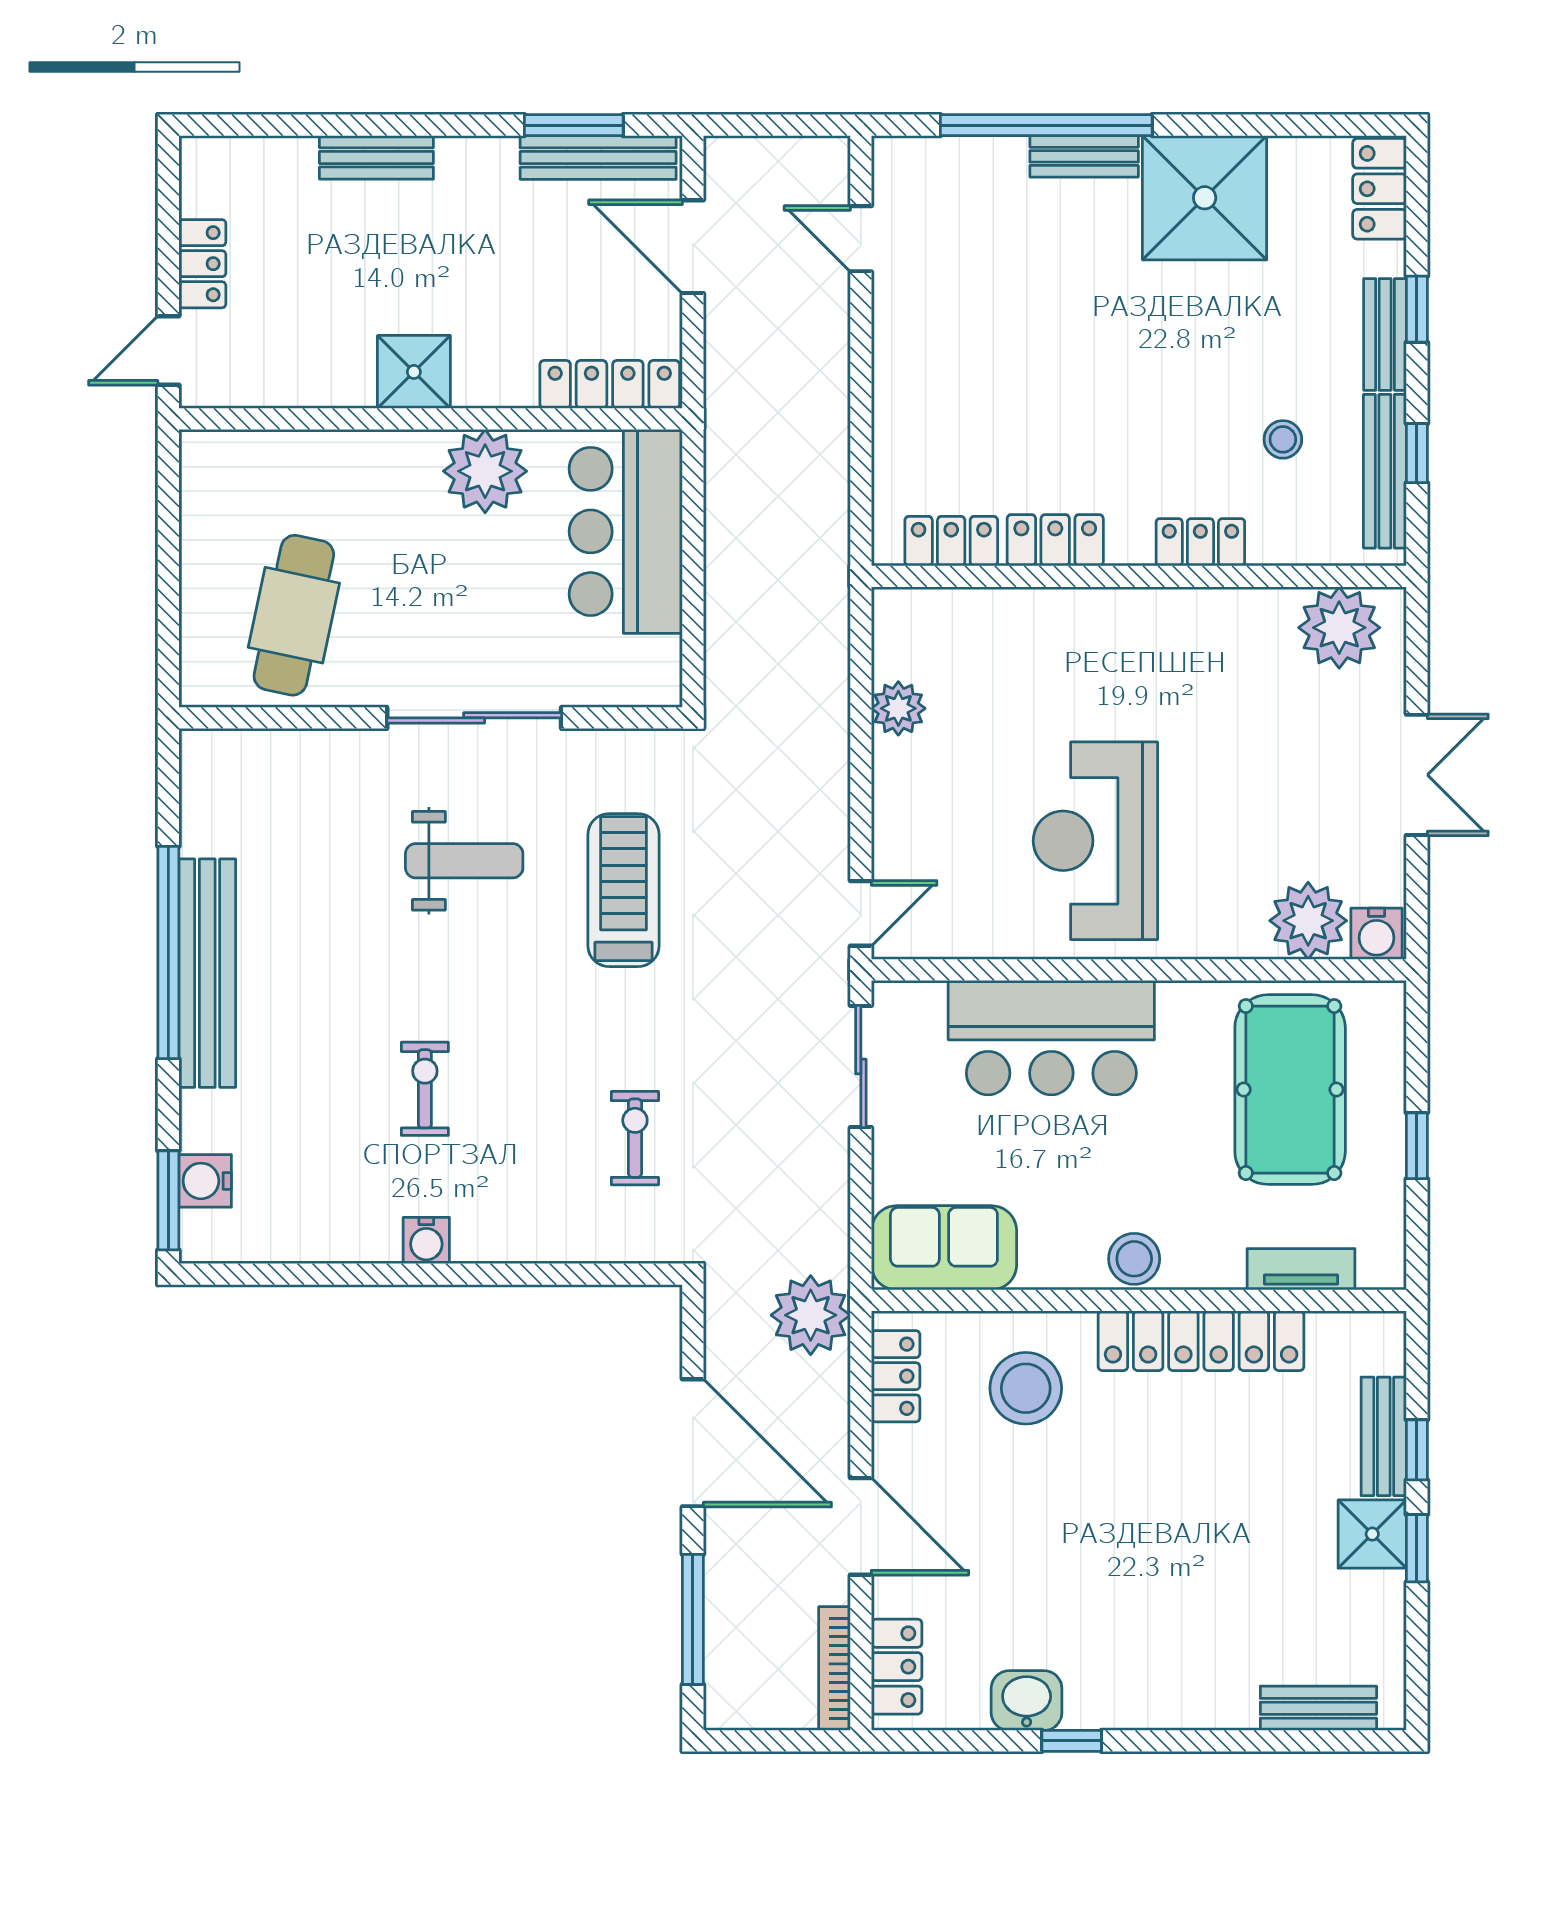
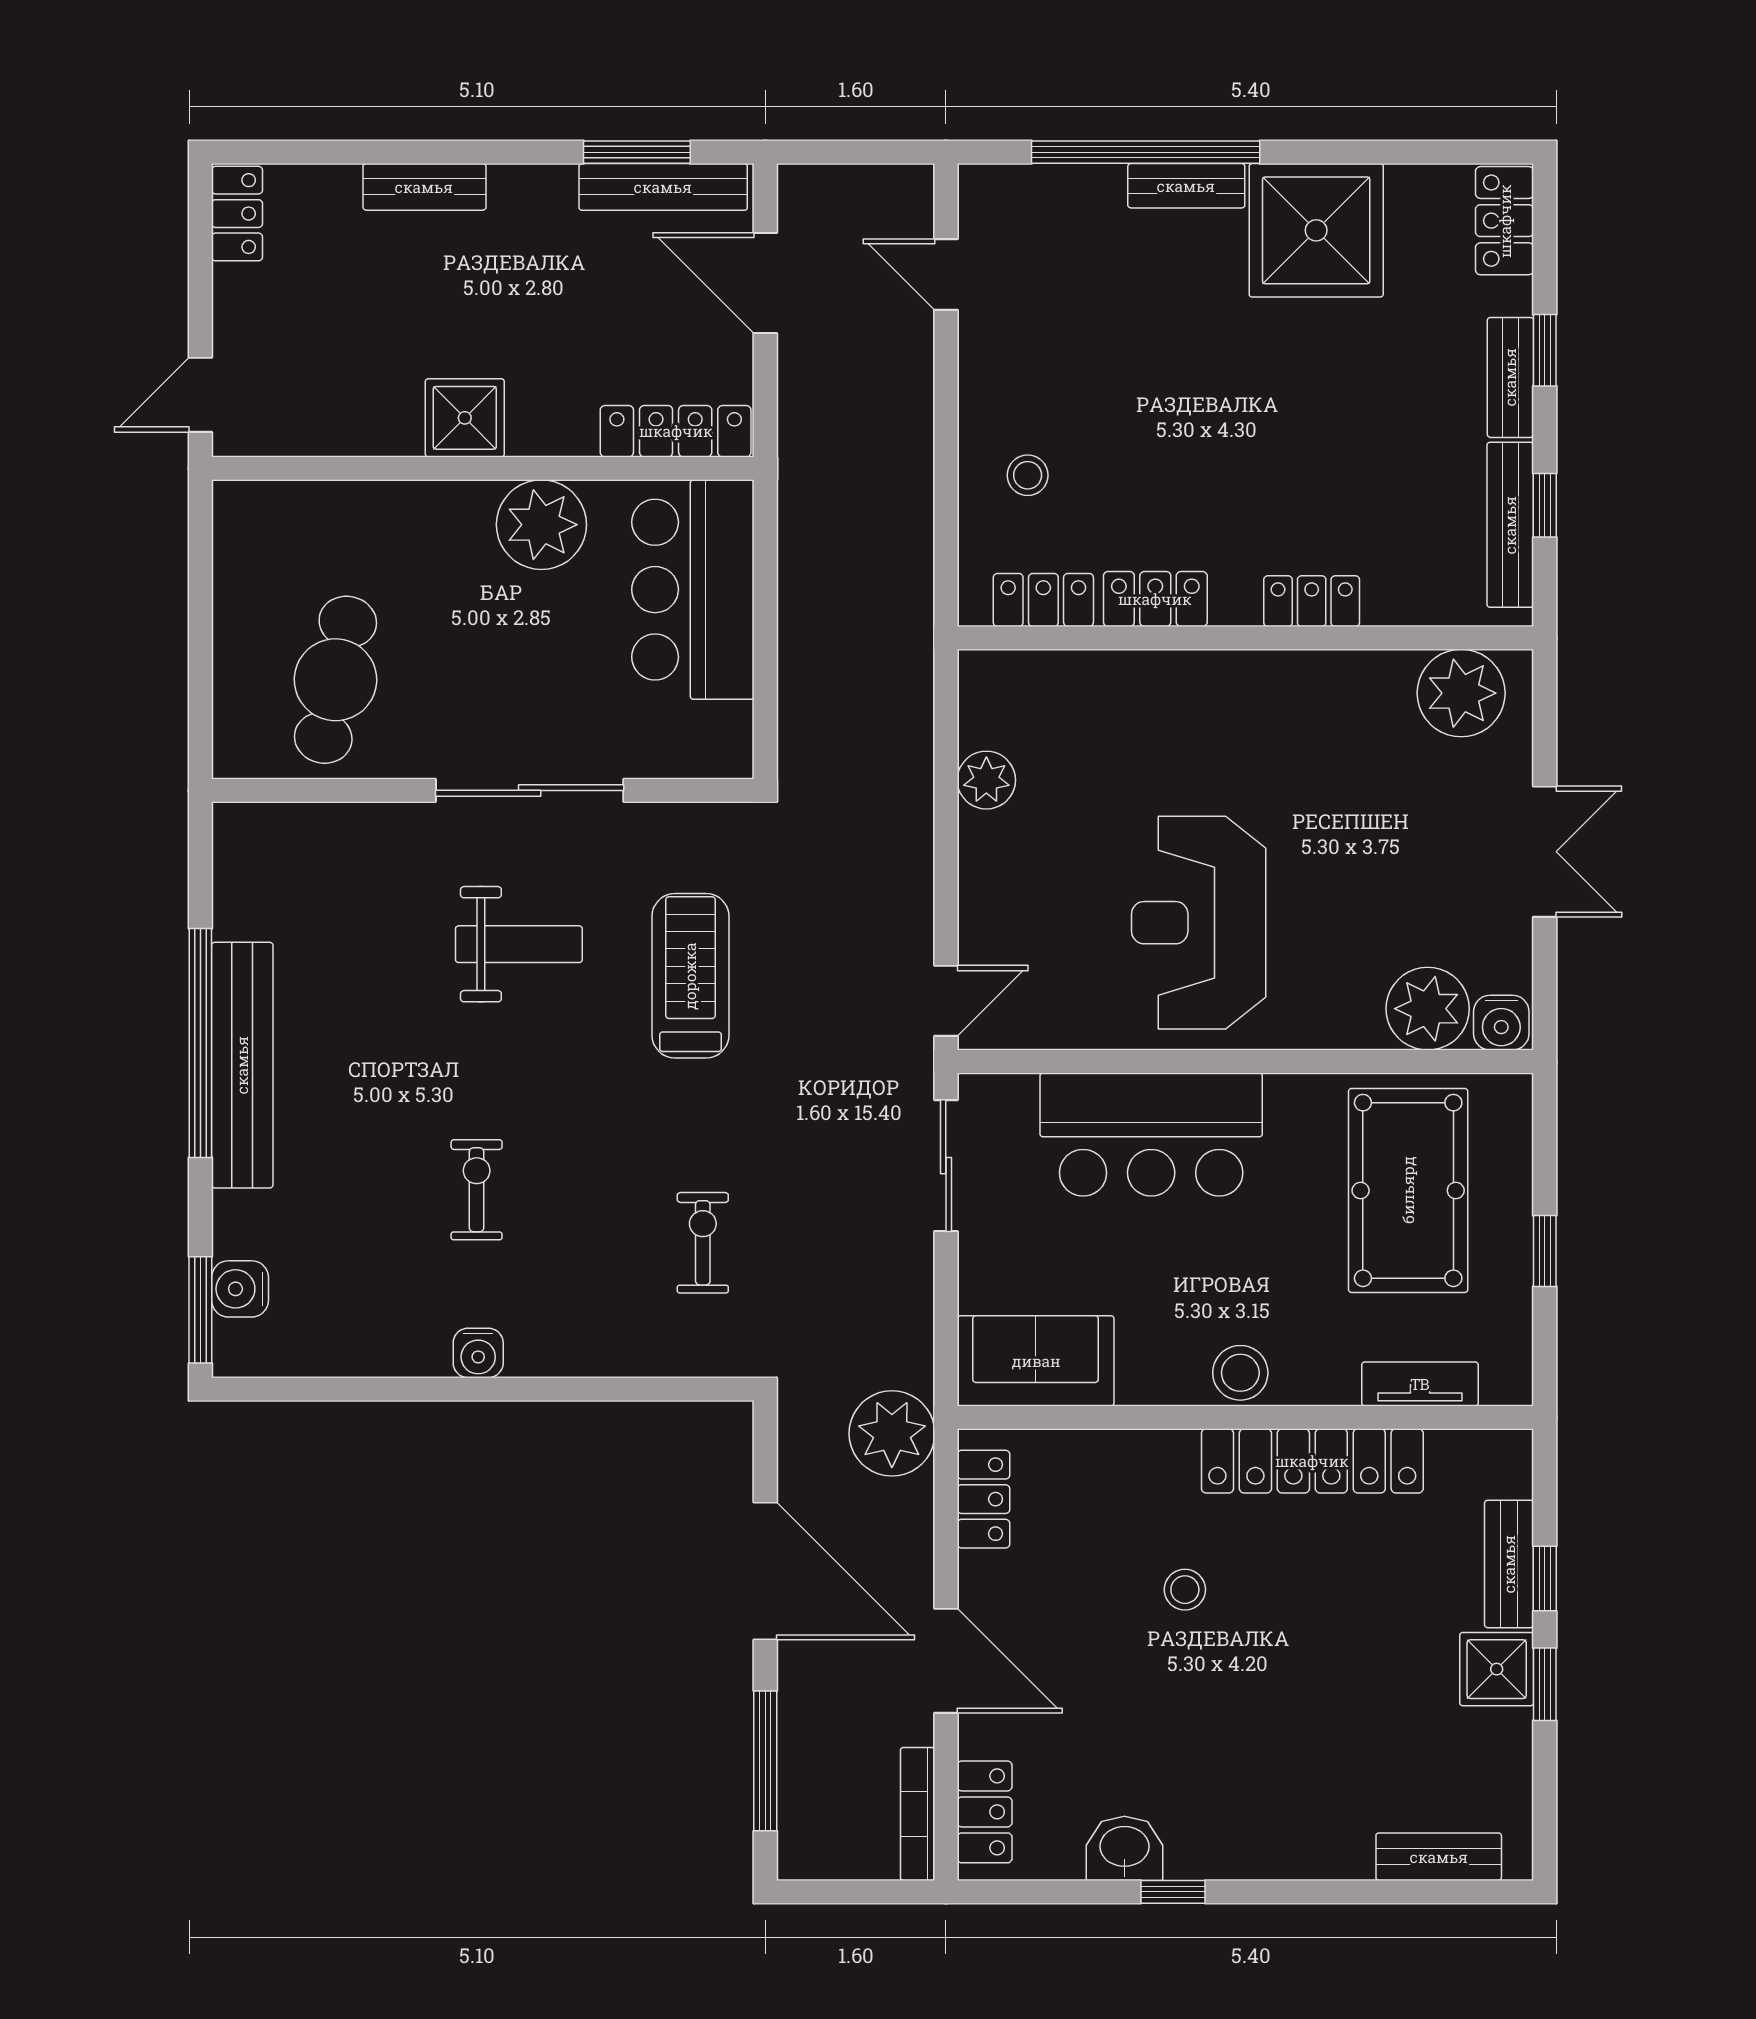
locker: (202, 264) -> (237, 214), moved
stool: (1283, 439) -> (1028, 475), moved
stool: (1026, 1388) -> (1185, 1590), moved, width x0.53, depth x0.53

